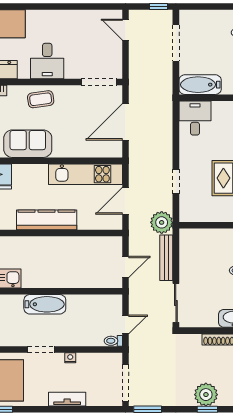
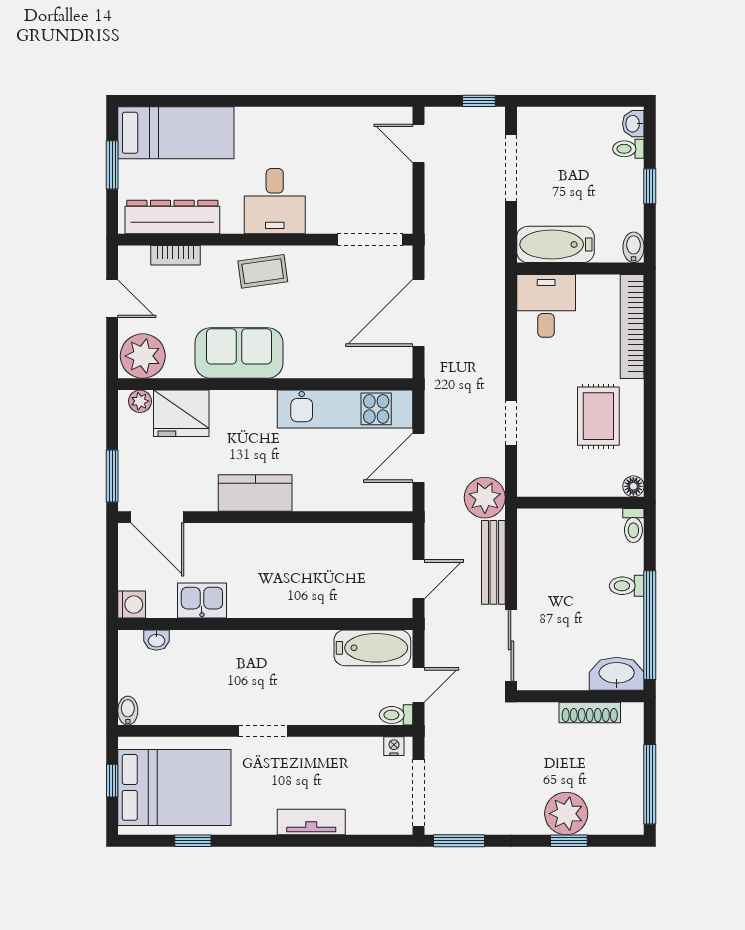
kitchen counter: (47, 220) -> (255, 493), width x0.67
bathtub: (45, 304) -> (372, 648), moved
nightstand: (70, 358) -> (394, 746), moved

